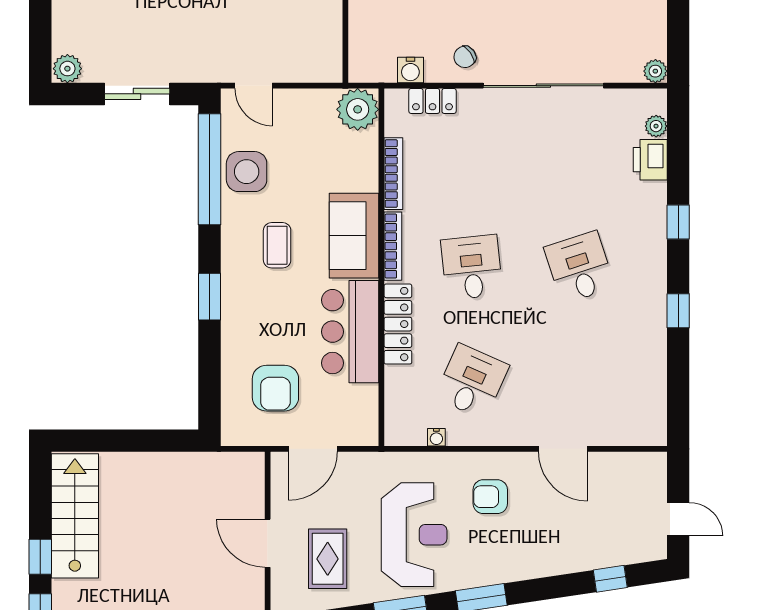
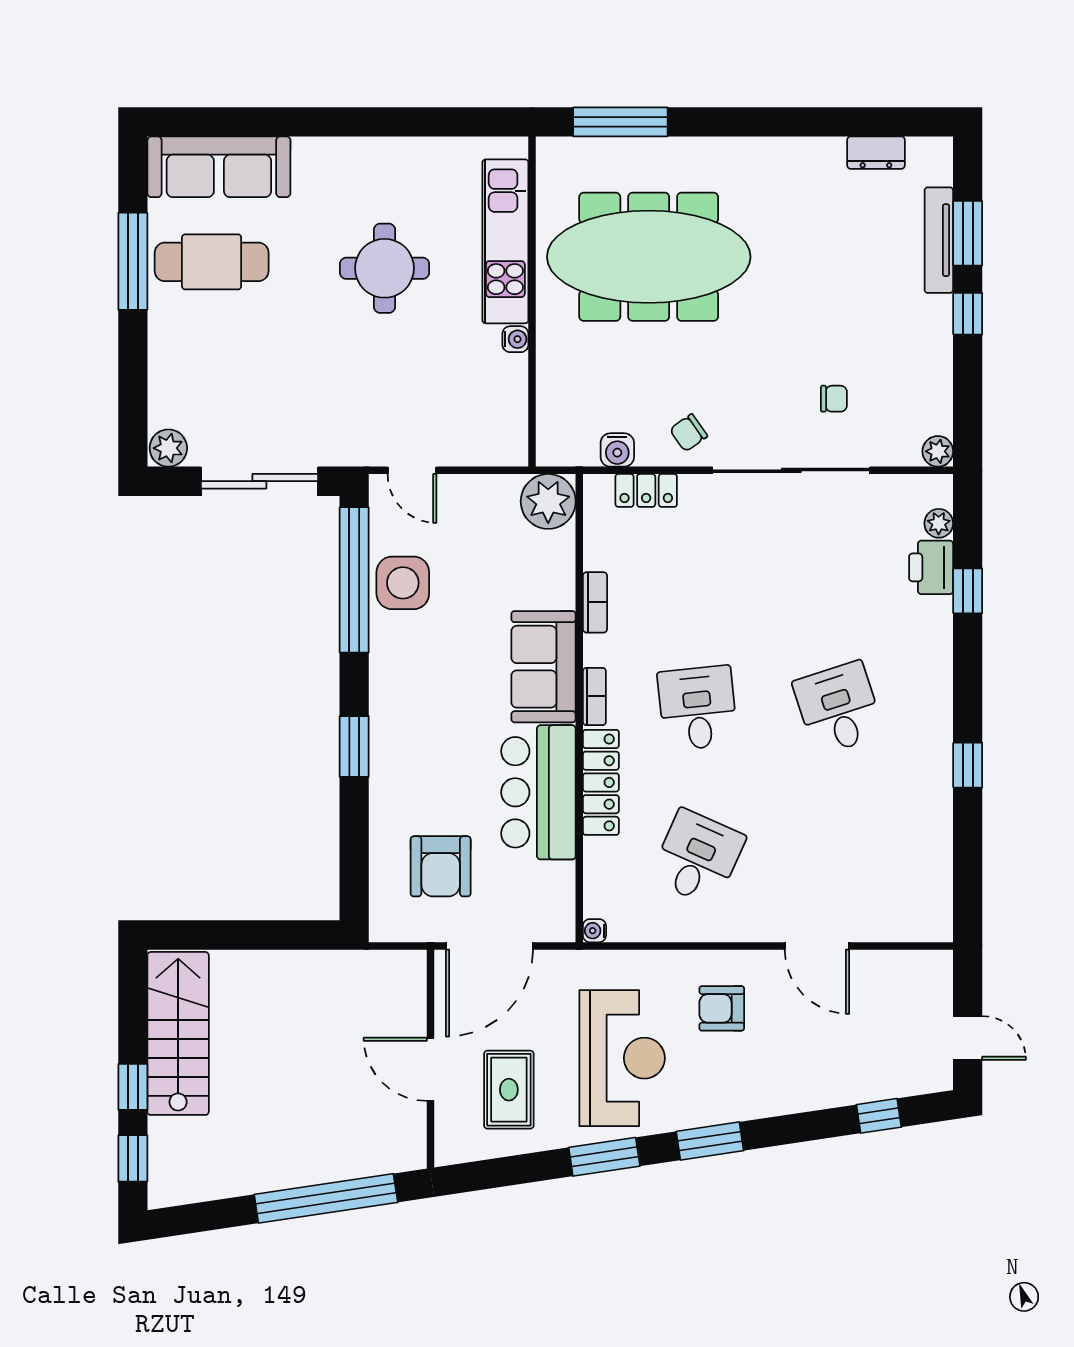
chair: (576, 31) -> (834, 399), added
sliding door: (137, 94) -> (259, 481), width x1.37
bookcase: (393, 174) -> (595, 602), width x0.64
window: (678, 222) -> (968, 591), moved
coffee table: (277, 245) -> (443, 679), removed
bookcase: (393, 246) -> (594, 696), width x0.64
water cooler: (436, 437) -> (594, 931), moved, turned 90
door: (313, 449) -> (489, 946), width x1.36

